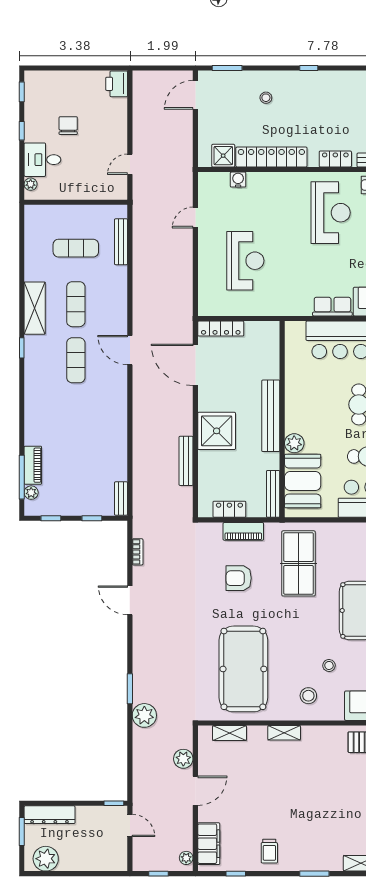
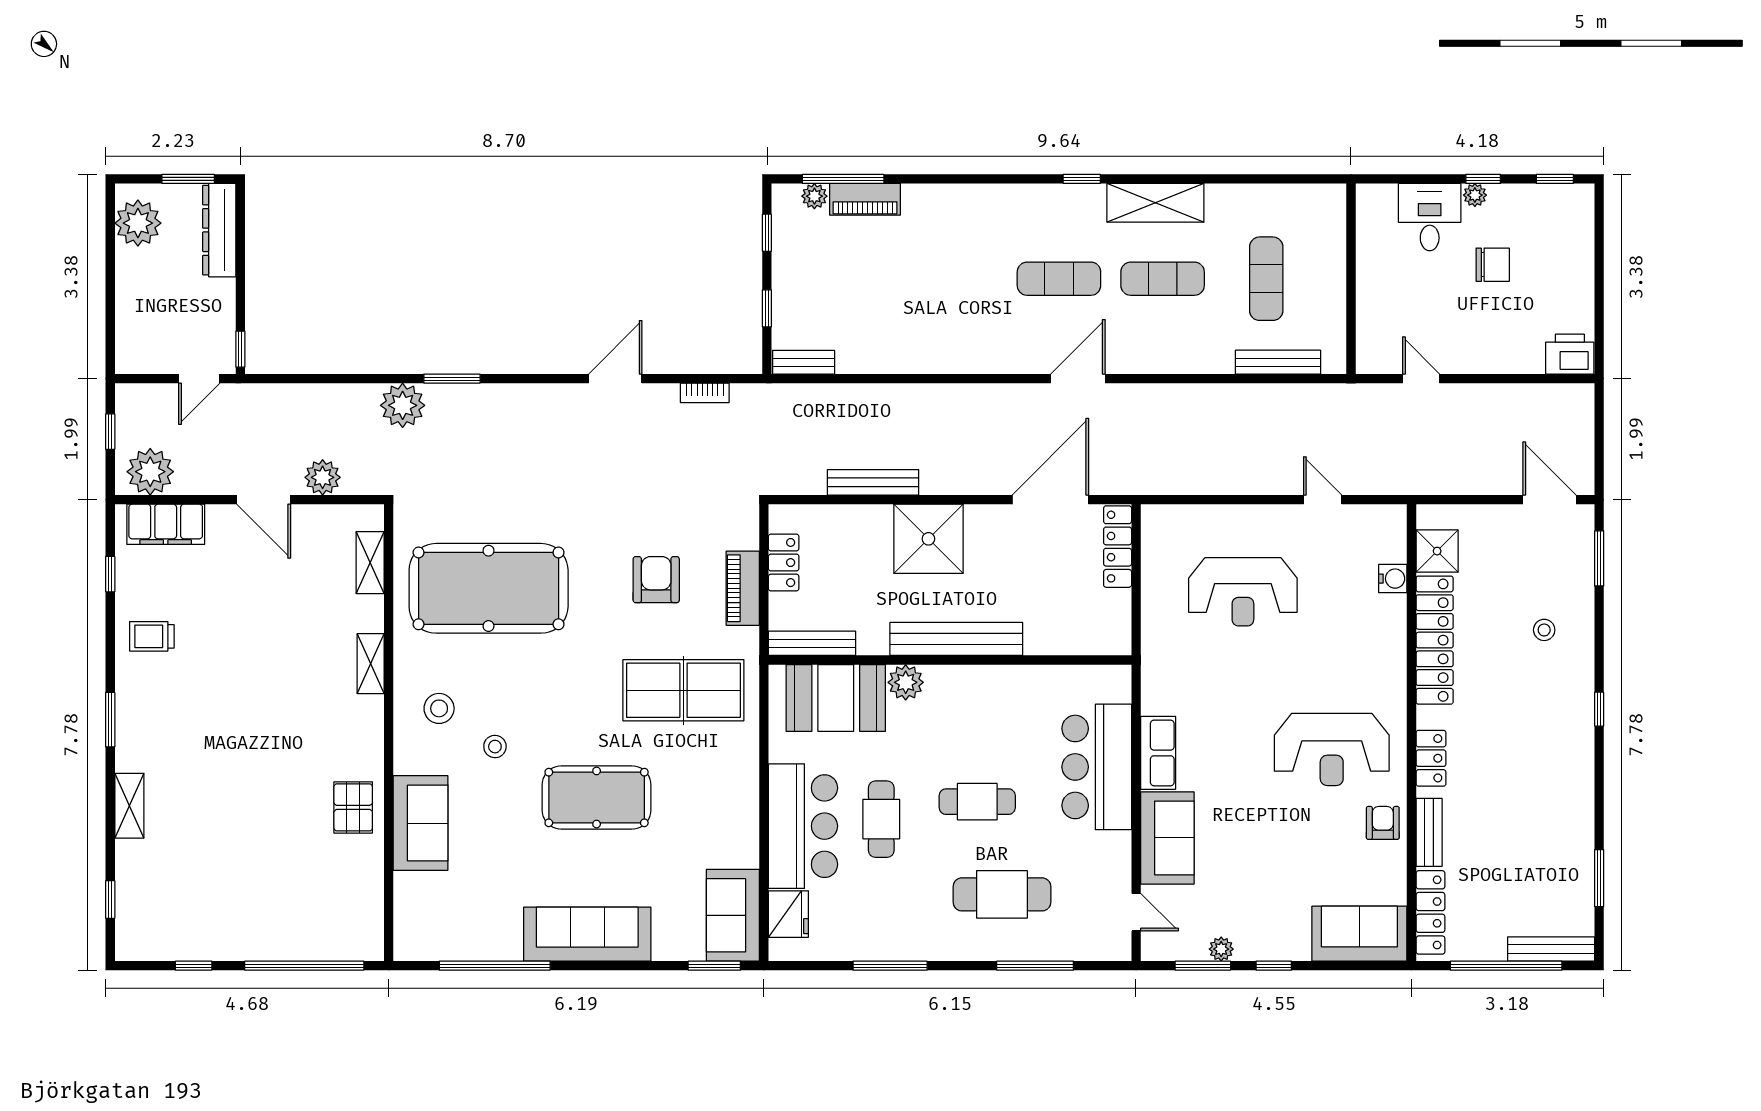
plant: (31, 184) -> (1475, 195), moved
plant: (186, 858) -> (150, 472), width x1.88, depth x1.88

